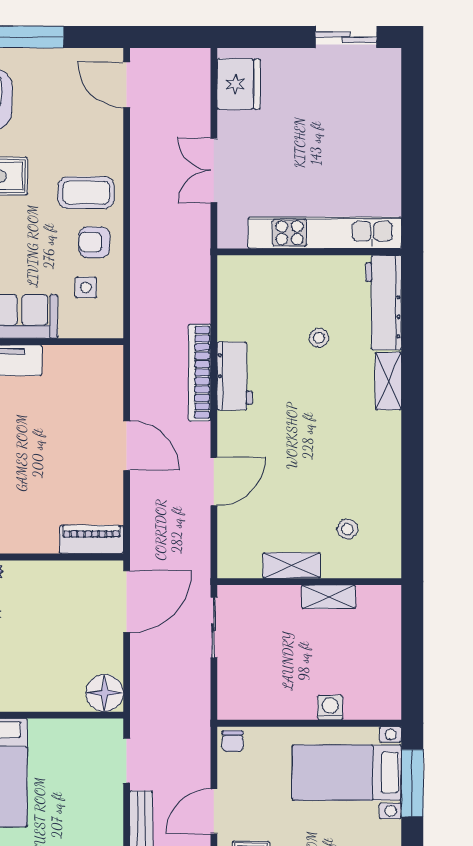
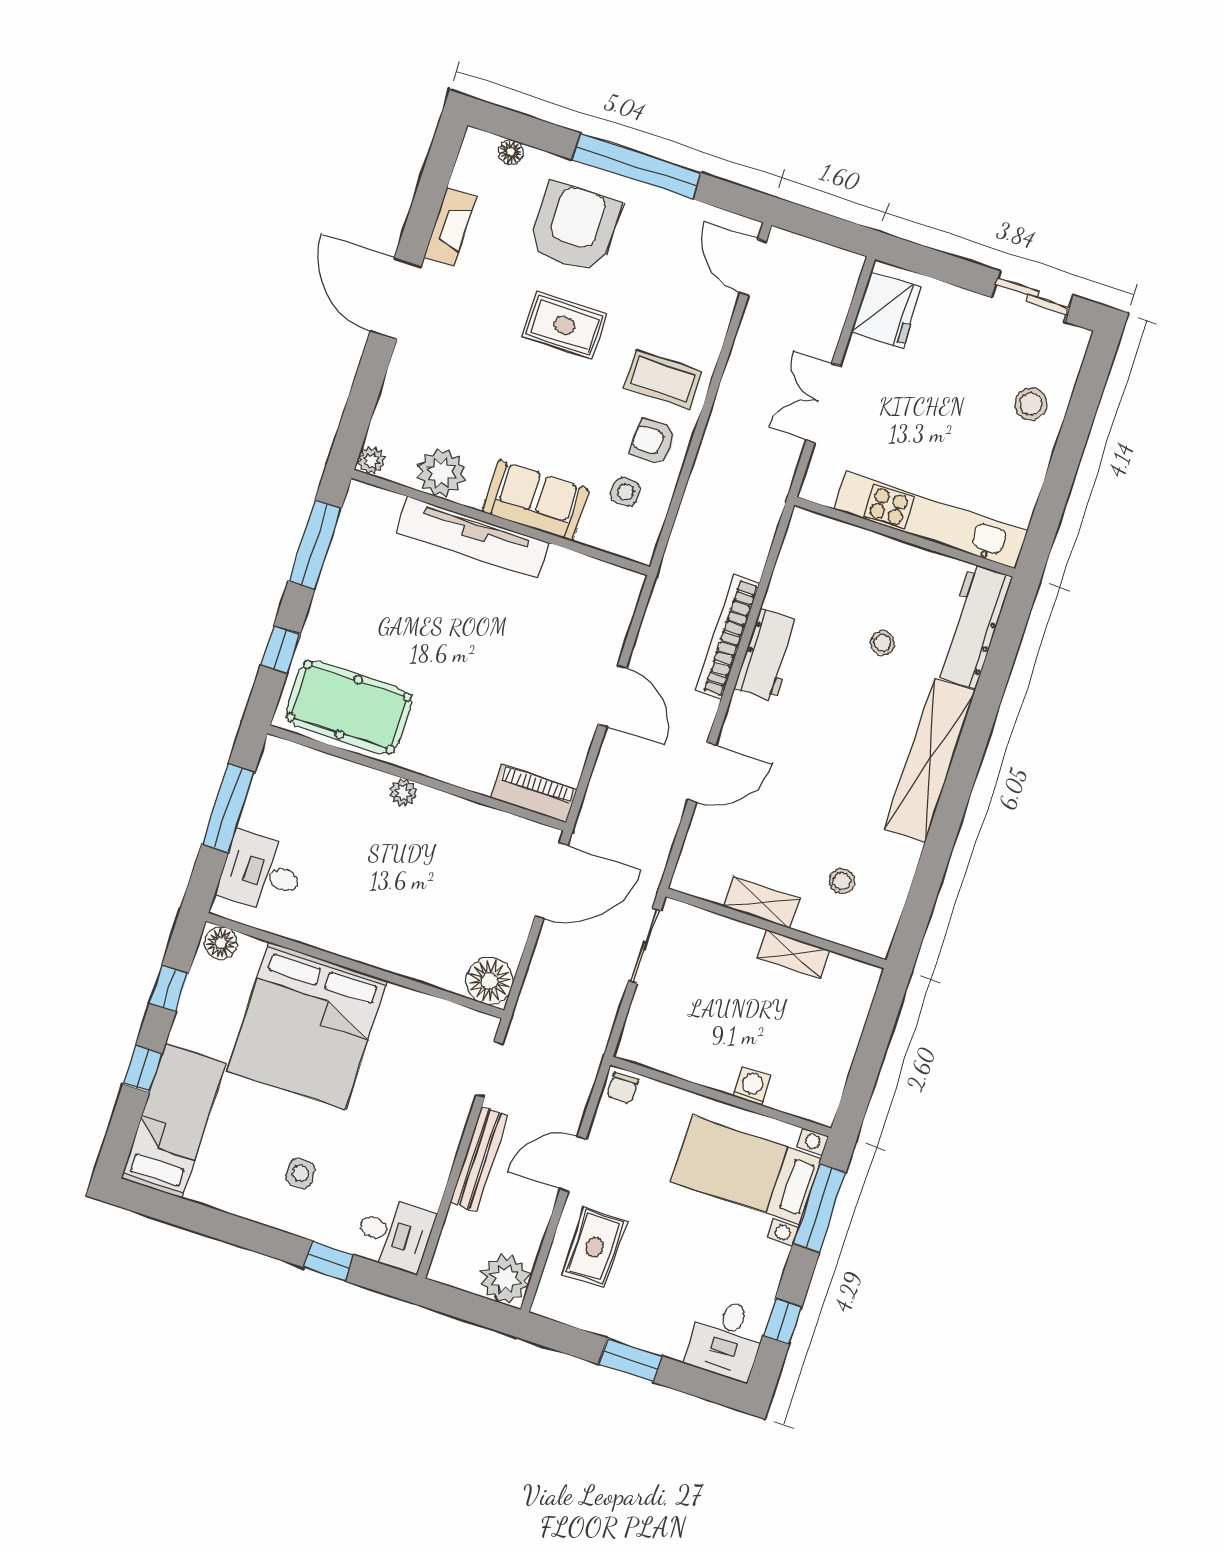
stool: (372, 119) -> (1031, 404), added
shelving: (388, 381) -> (930, 761), width x2.20, depth x1.33

